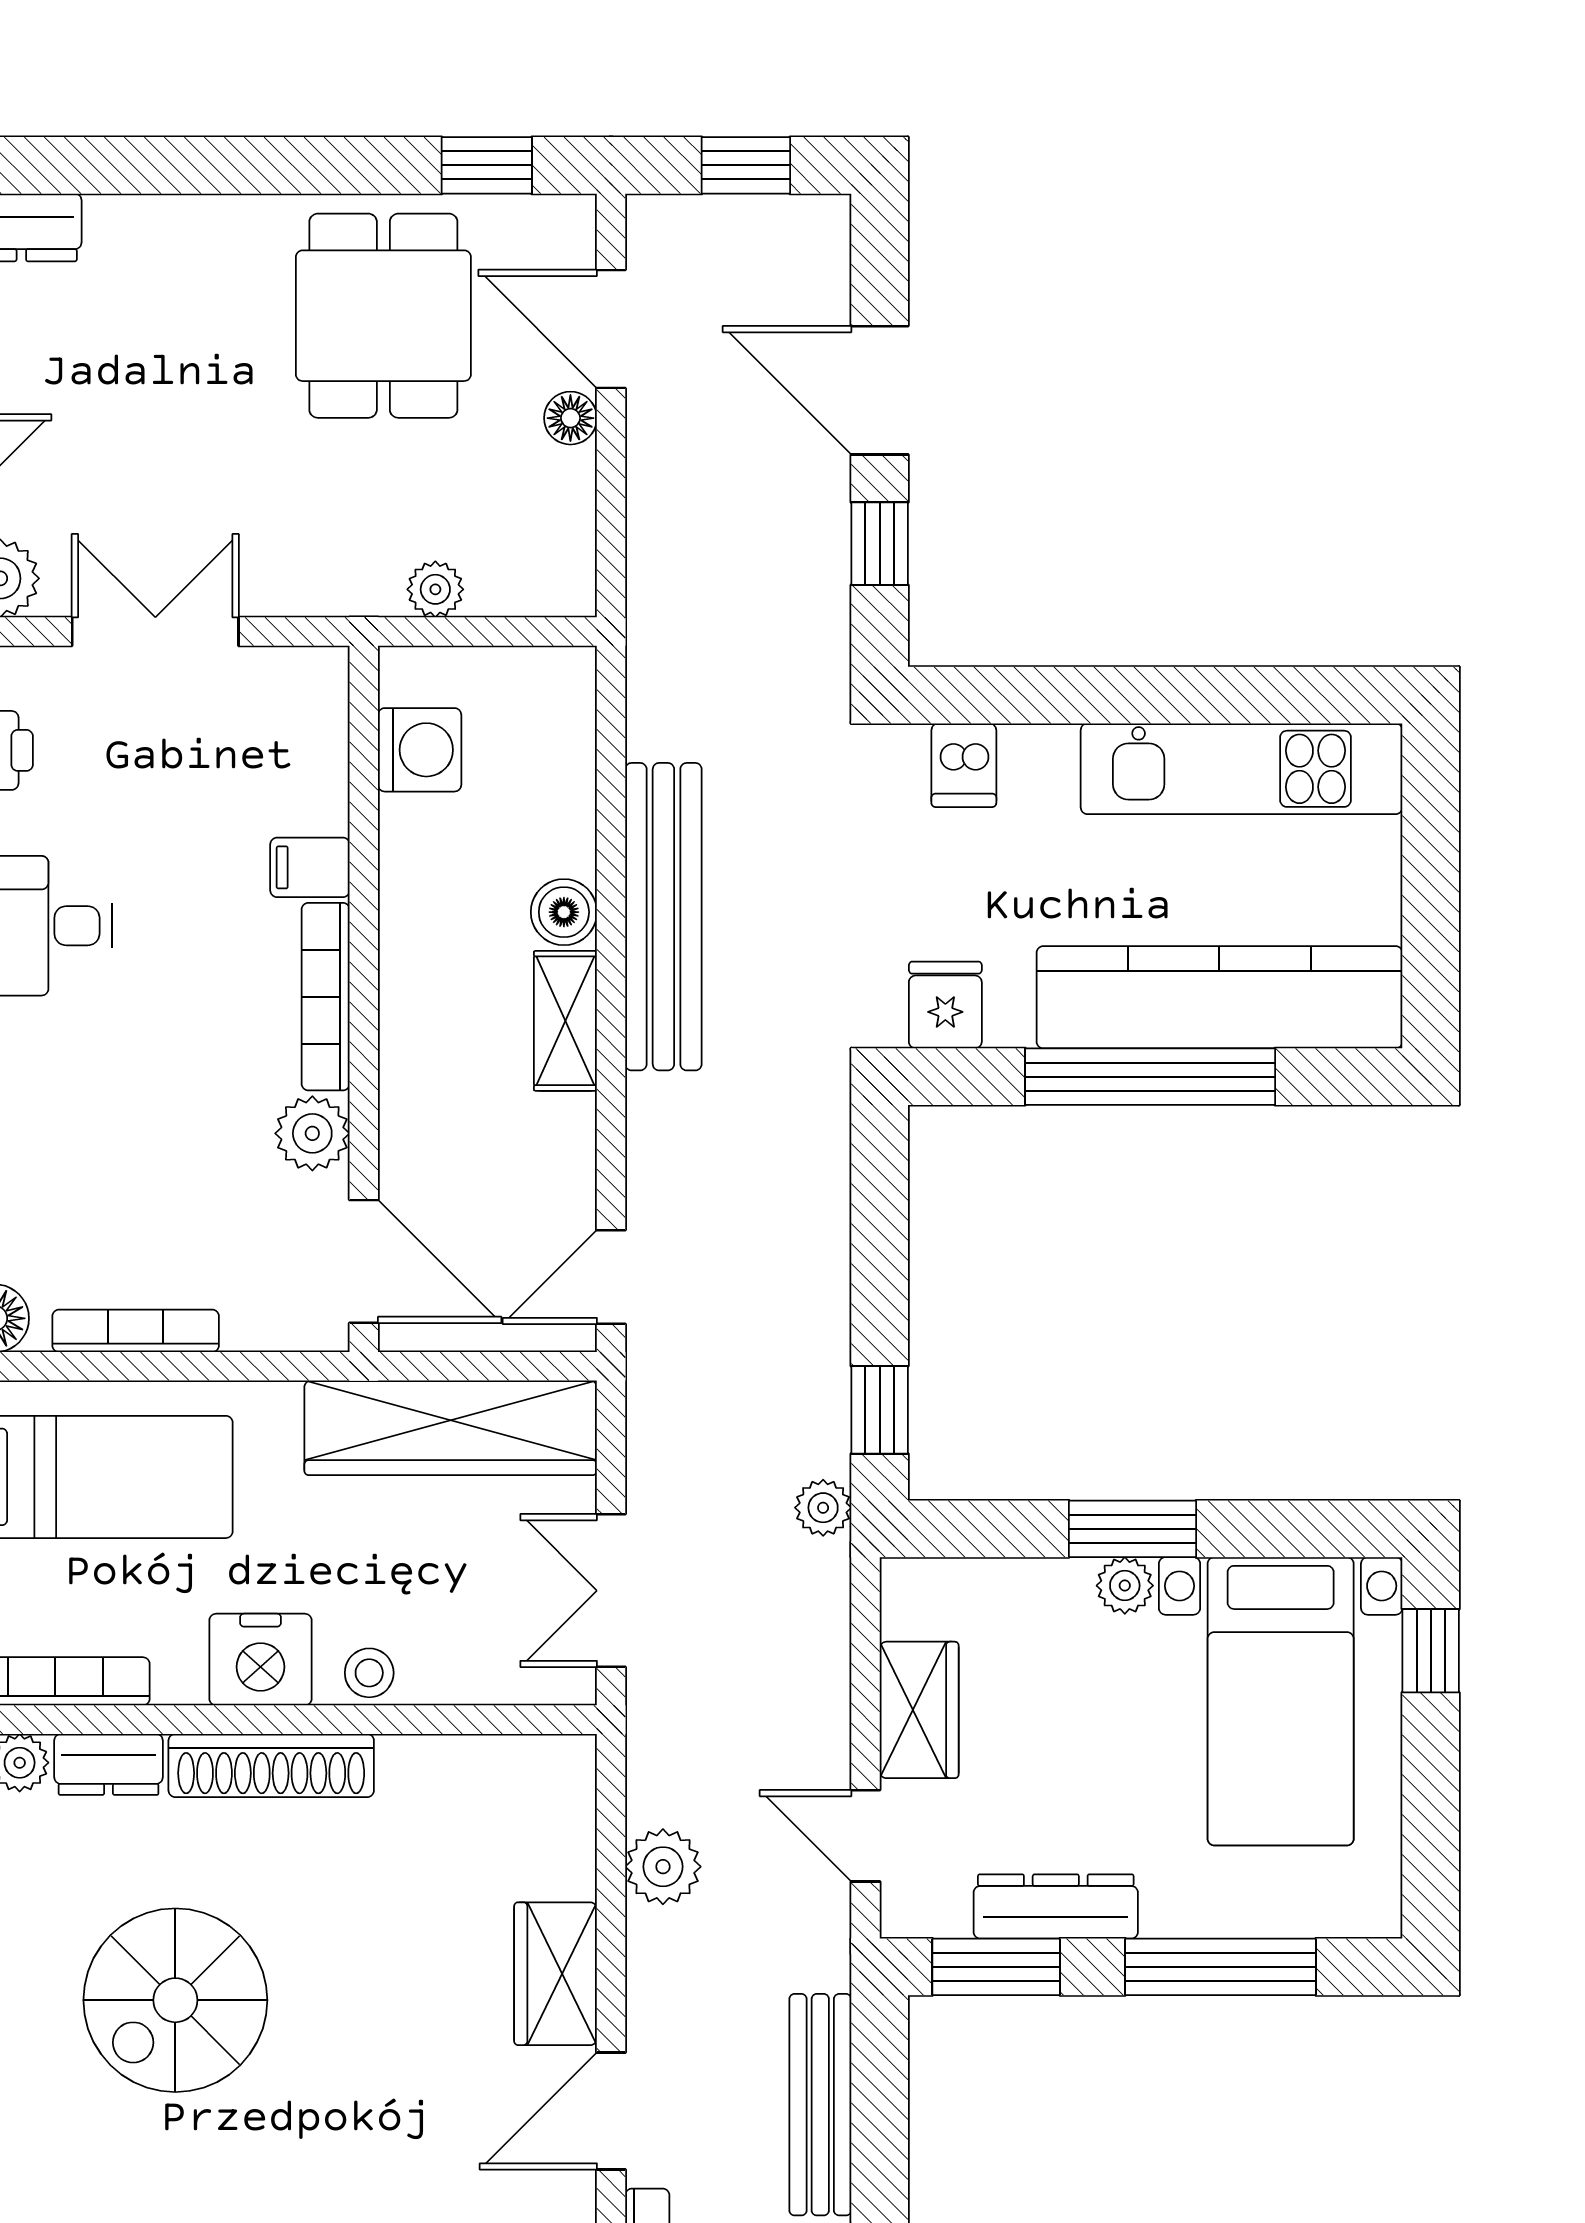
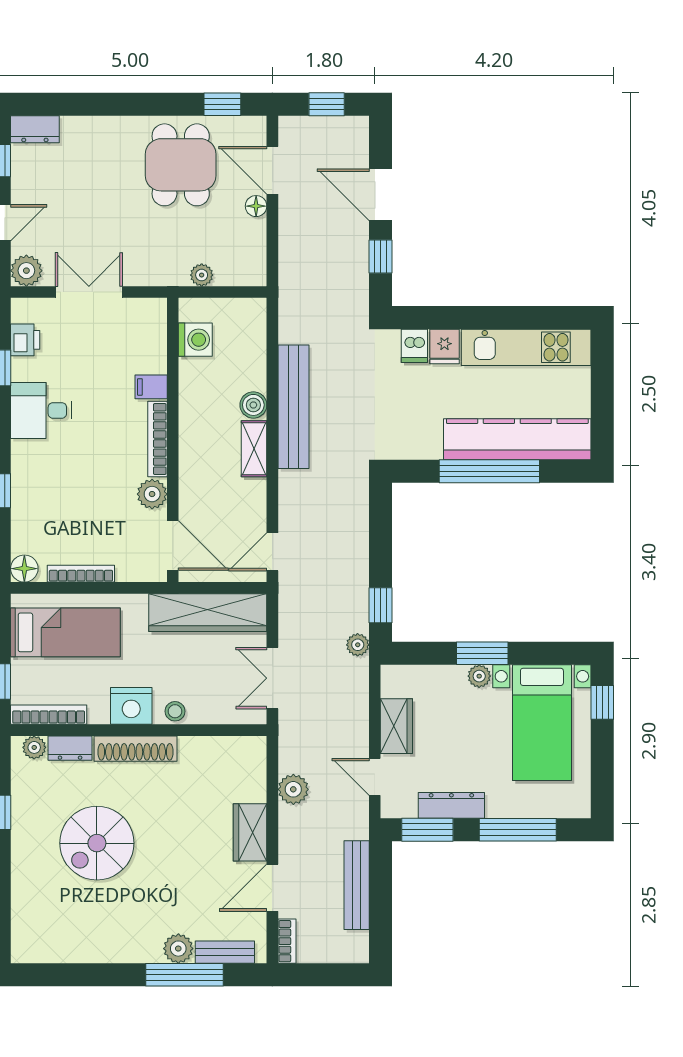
fridge: (945, 1005) -> (444, 346), moved, turned 180

